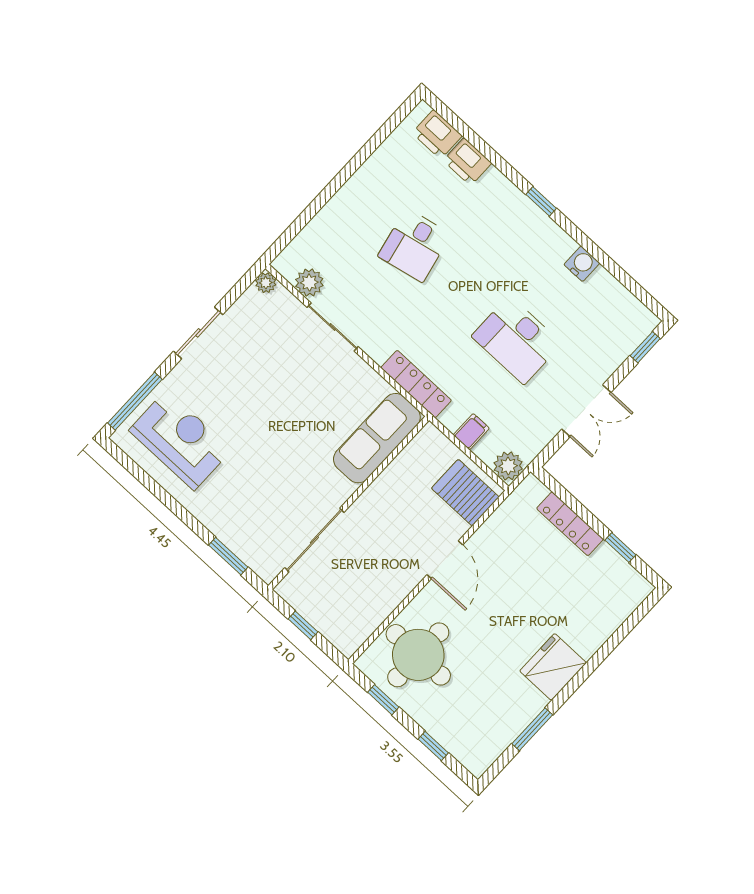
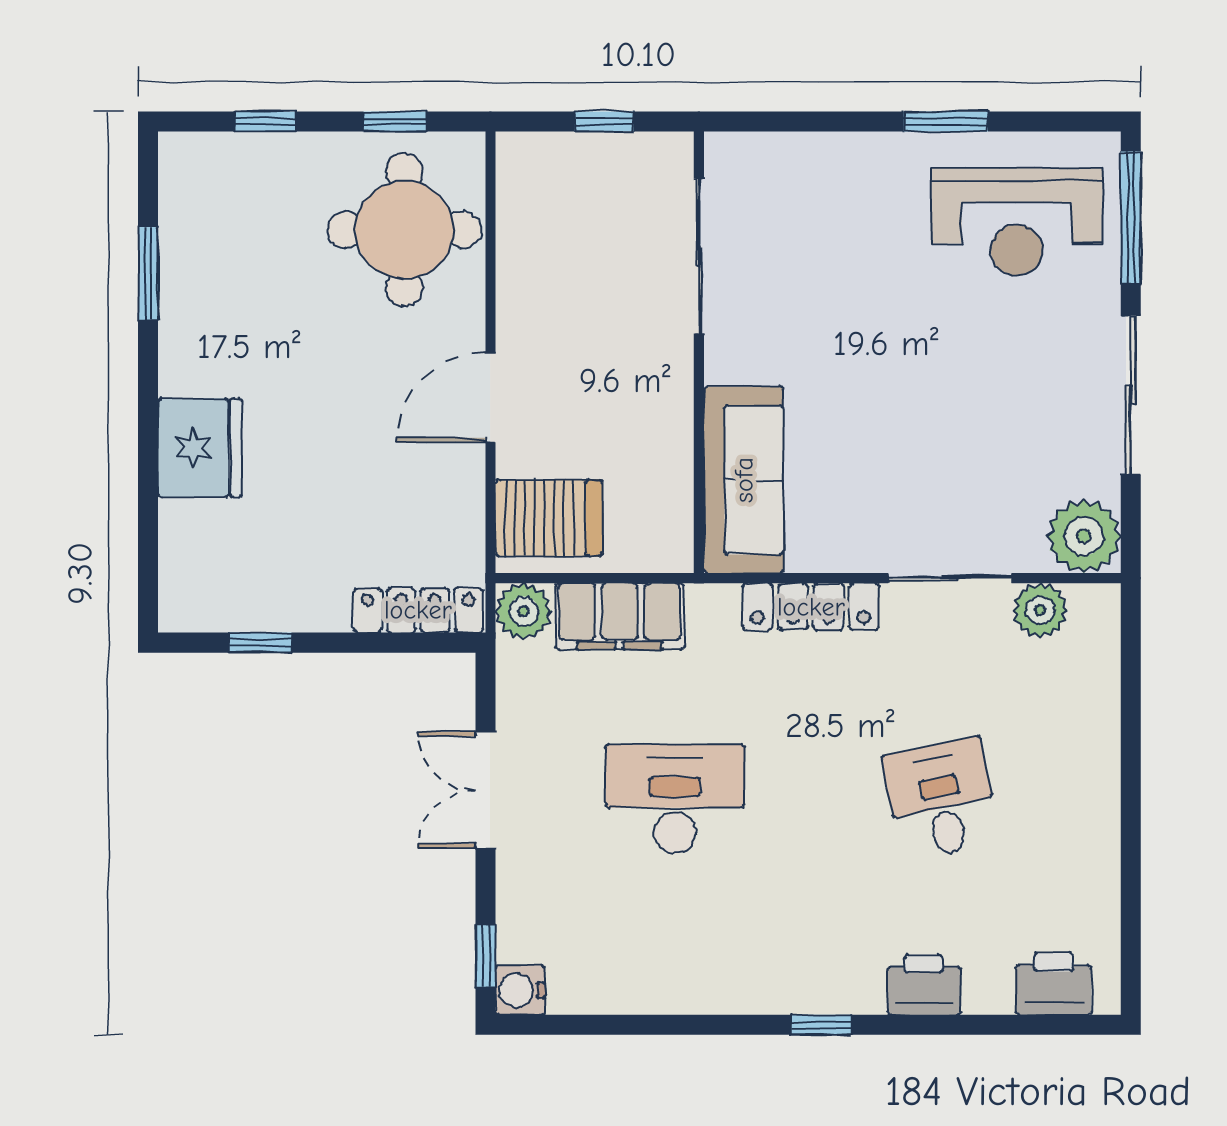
printer: (467, 162) -> (924, 985), moved
water cooler: (582, 264) -> (520, 990), moved, turned 90
plant: (266, 283) -> (1084, 536), width x1.88, depth x1.88
sliding door: (198, 333) -> (1131, 395), width x1.37
locker: (416, 384) -> (811, 607), moved
filing cabinet: (471, 432) -> (620, 616), width x3.00, depth x1.17
locker: (570, 524) -> (418, 610), moved
window: (228, 556) -> (946, 121), moved
door: (445, 560) -> (490, 398), hinge flipped
fridge: (553, 667) -> (200, 448), moved

